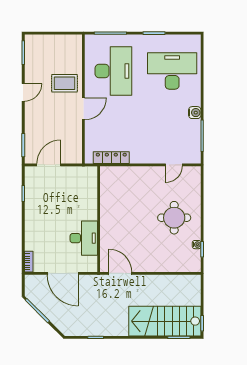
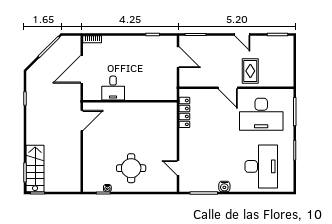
desk: (84, 238) -> (113, 88), width x0.73
stairs: (165, 321) -> (35, 168), width x0.73, depth x0.66

